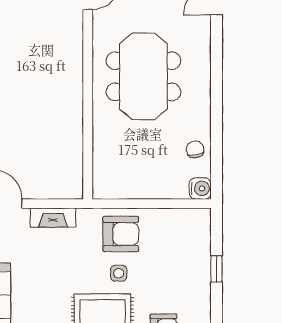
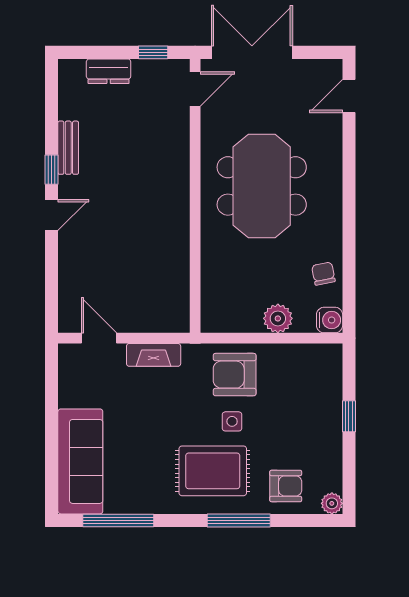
plant: (157, 187) -> (278, 318), added
armchair: (121, 234) -> (235, 375), turned 180

